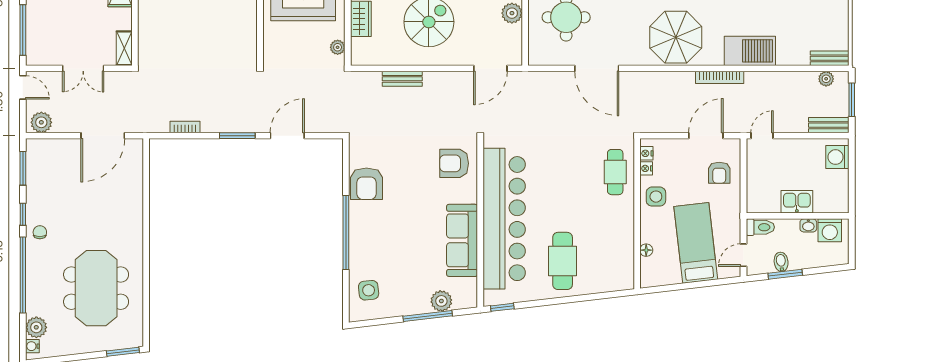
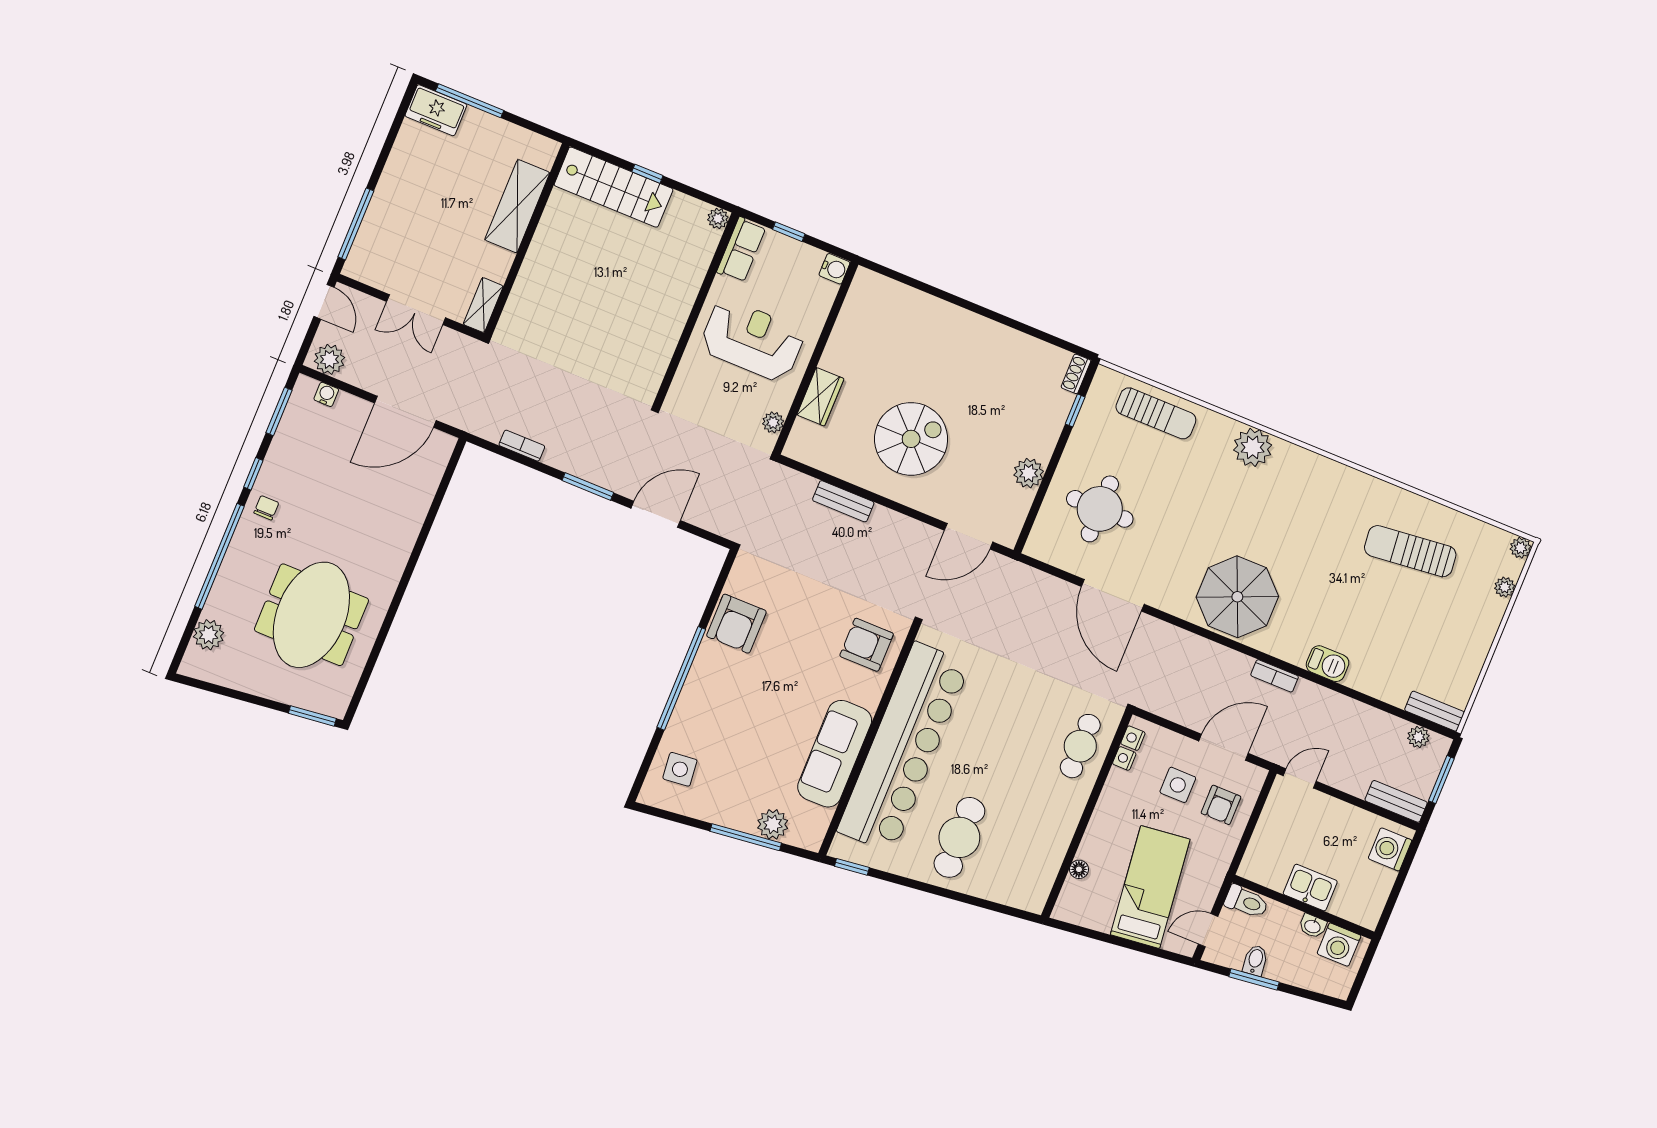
barbecue: (750, 51) -> (1328, 664), width x0.53, depth x0.65
bookcase: (720, 77) -> (1275, 676), width x0.64
side table: (656, 197) -> (1178, 785), moved
water cooler: (32, 346) -> (326, 394), moved, turned 90

